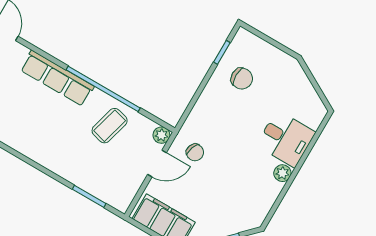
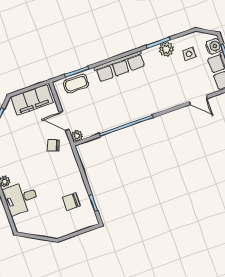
row of seats: (57, 78) -> (120, 66), moved, turned 180
coffee table: (110, 126) -> (76, 84), moved, turned 75
door: (157, 163) -> (64, 121), hinge flipped

